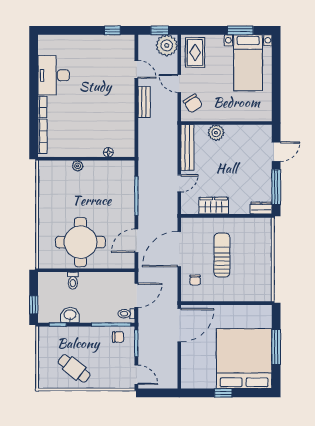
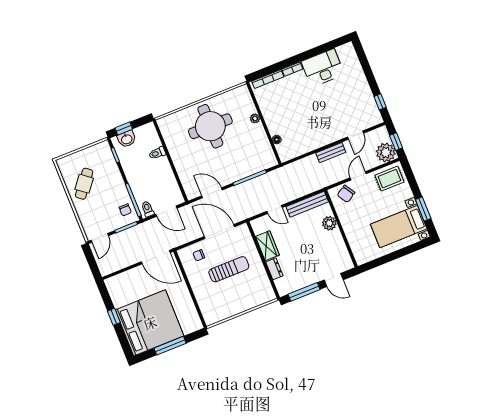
dresser: (261, 208) -> (274, 269), moved
round table: (80, 242) -> (210, 126), moved
washbasin: (70, 315) -> (127, 139), moved, turned 90

